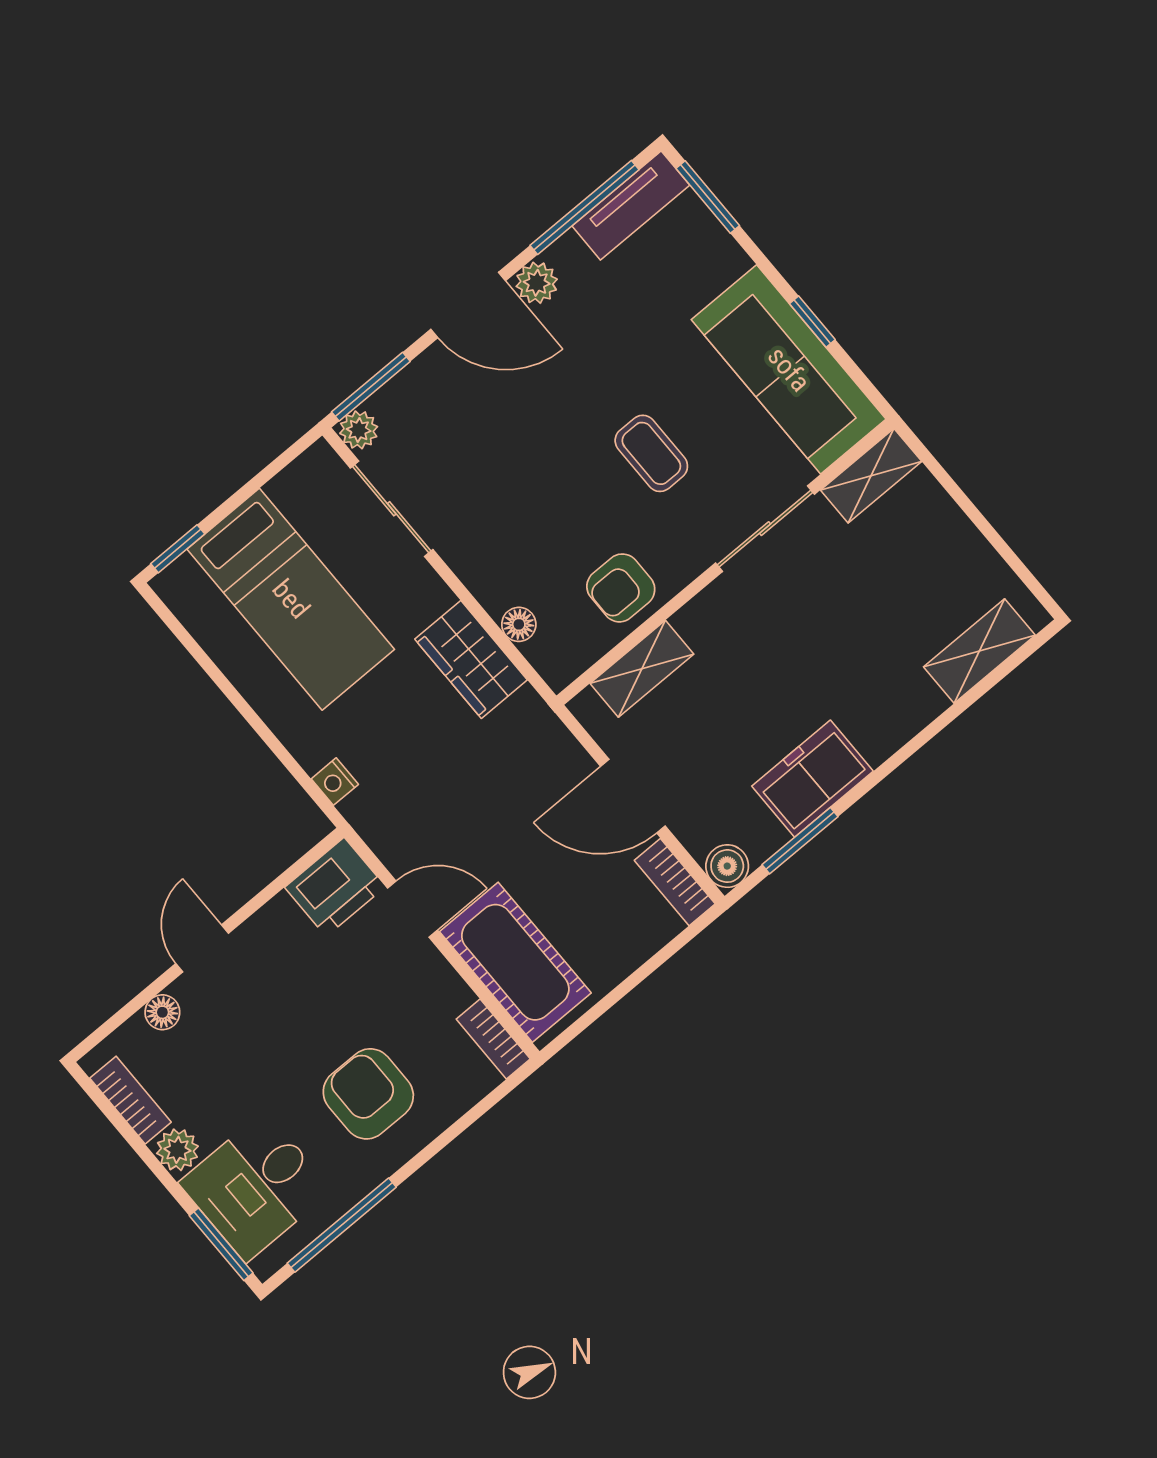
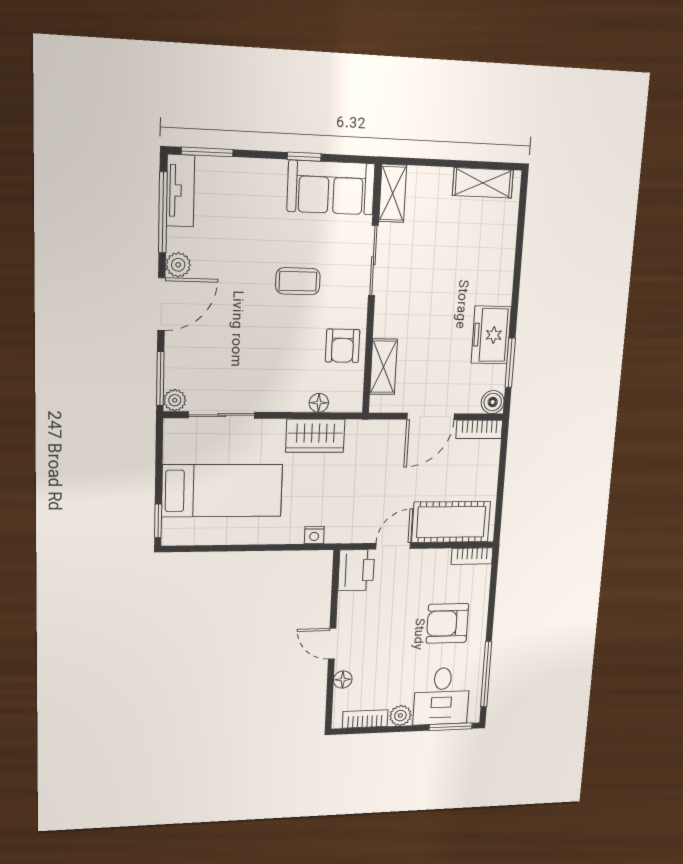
sofa: (789, 369) -> (331, 188), width x0.73
shelving: (979, 651) -> (483, 183), moved, turned 90

